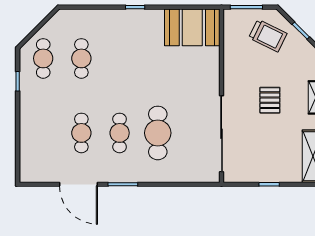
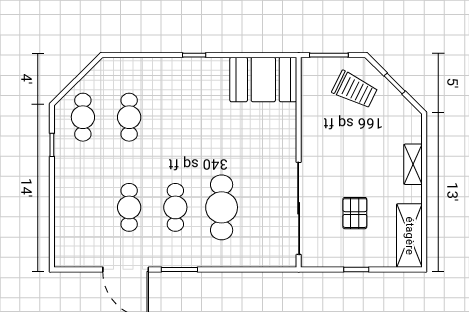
pallet: (270, 100) -> (355, 213), moved

